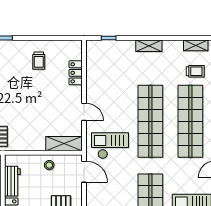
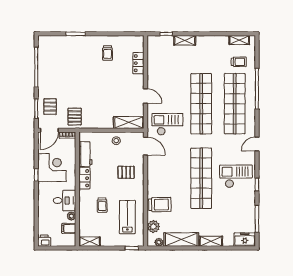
shelving: (149, 46) -> (185, 40), moved

